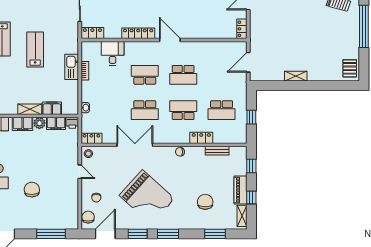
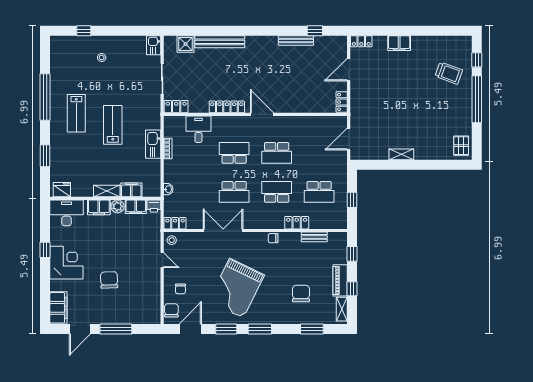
grand piano: (147, 197) -> (236, 288), turned 74
window: (51, 234) -> (116, 329), moved

